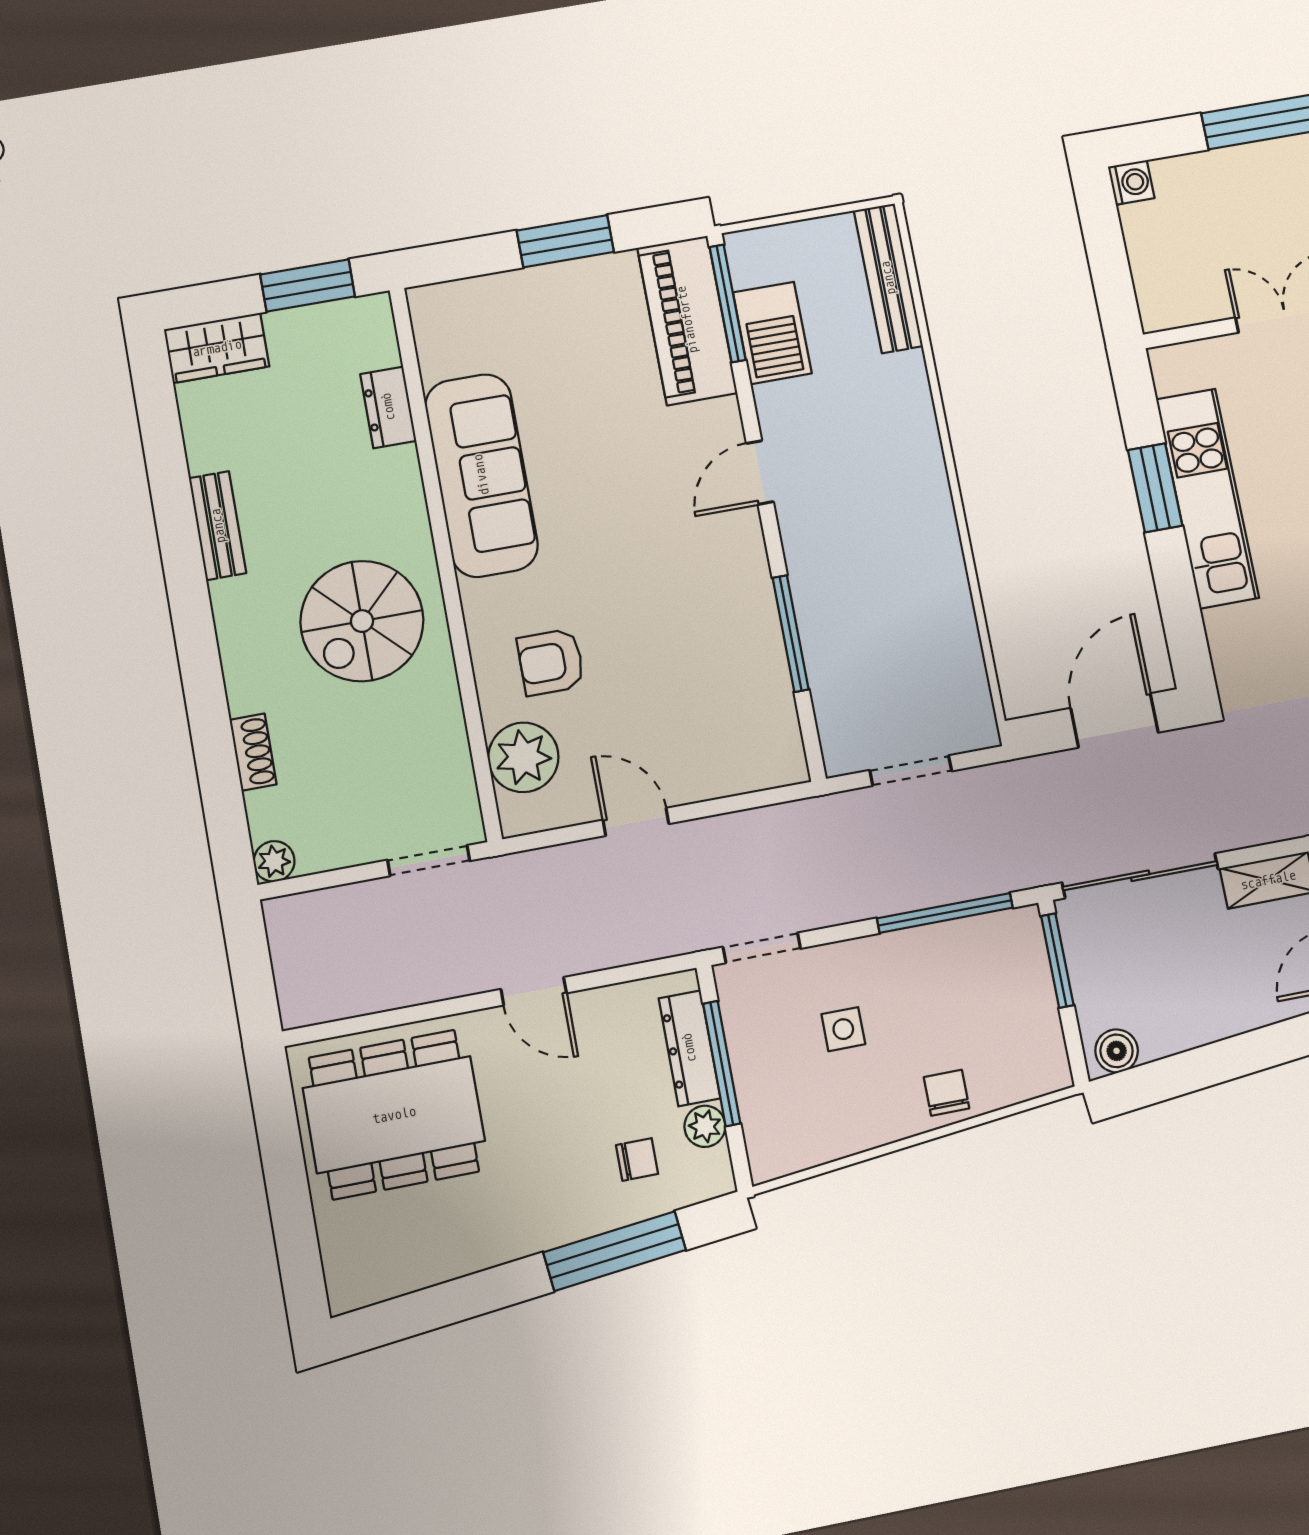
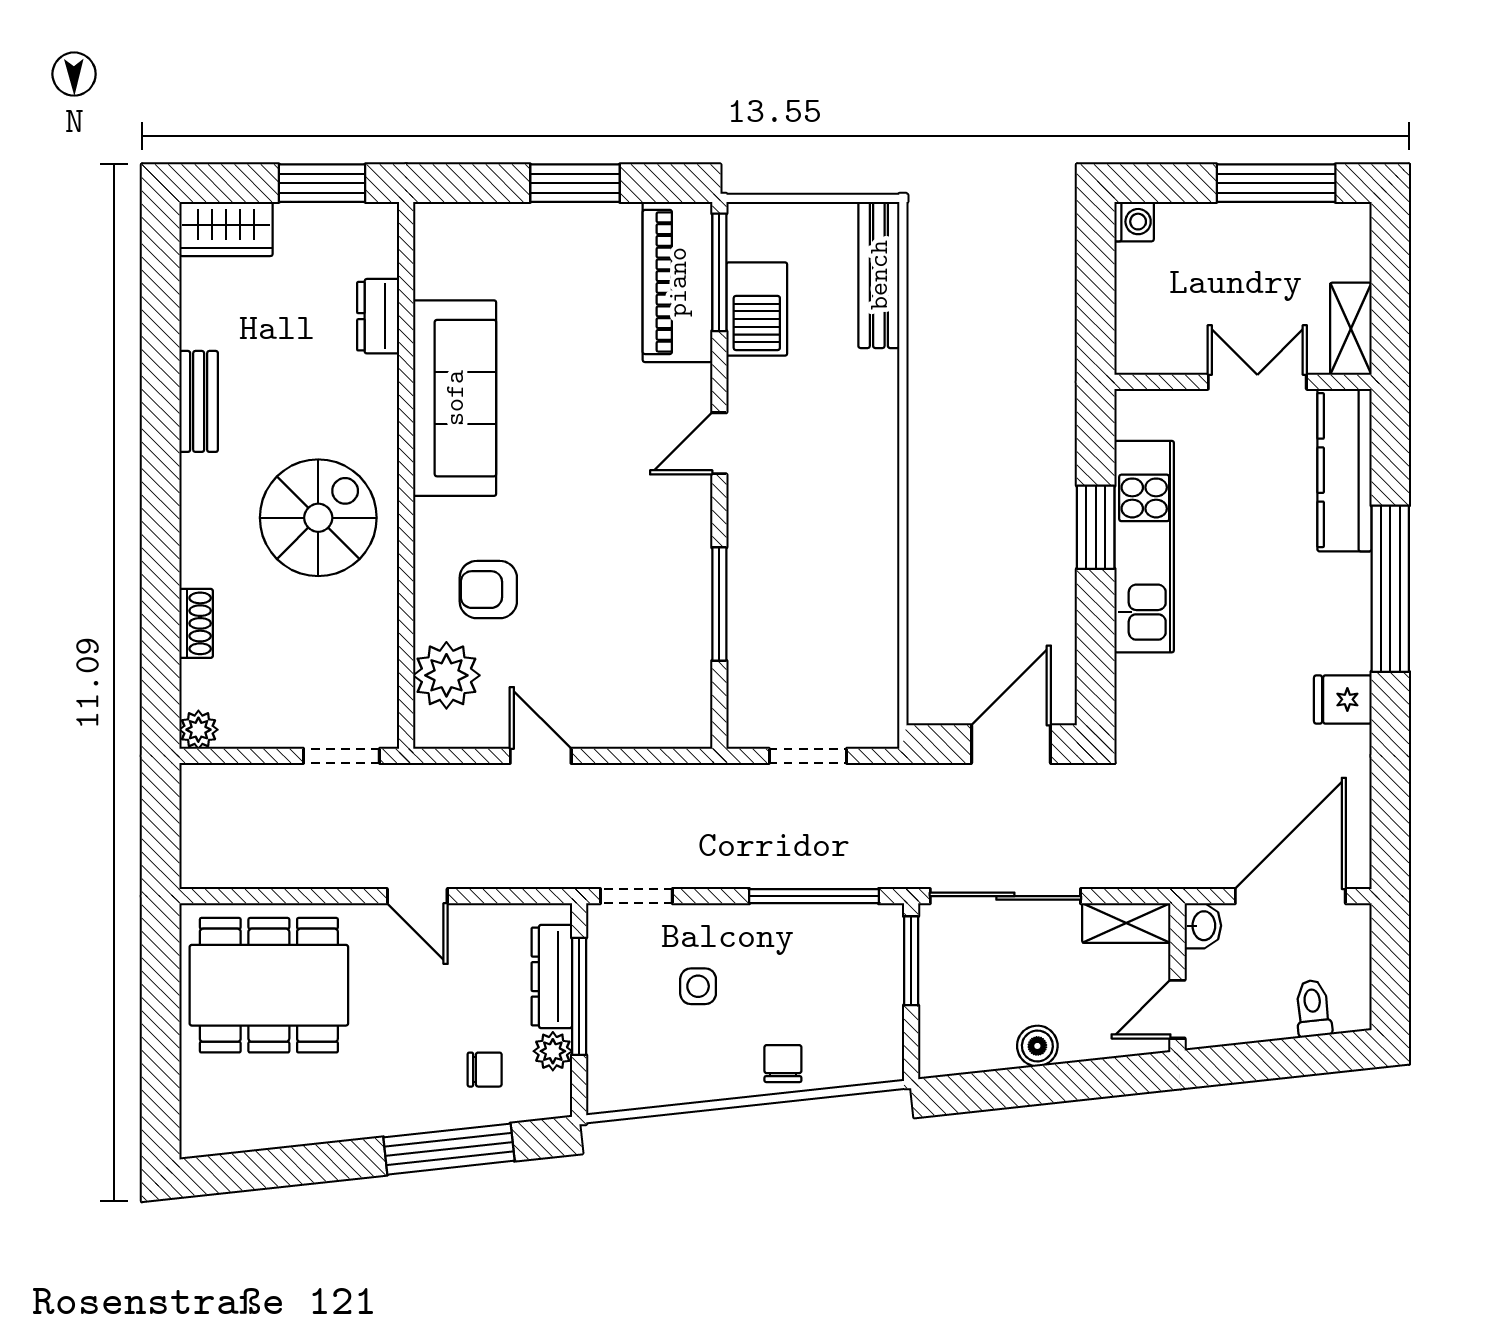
spiral stairs: (362, 621) -> (318, 518), turned 180
boiler: (1117, 1051) -> (1037, 1046), moved

